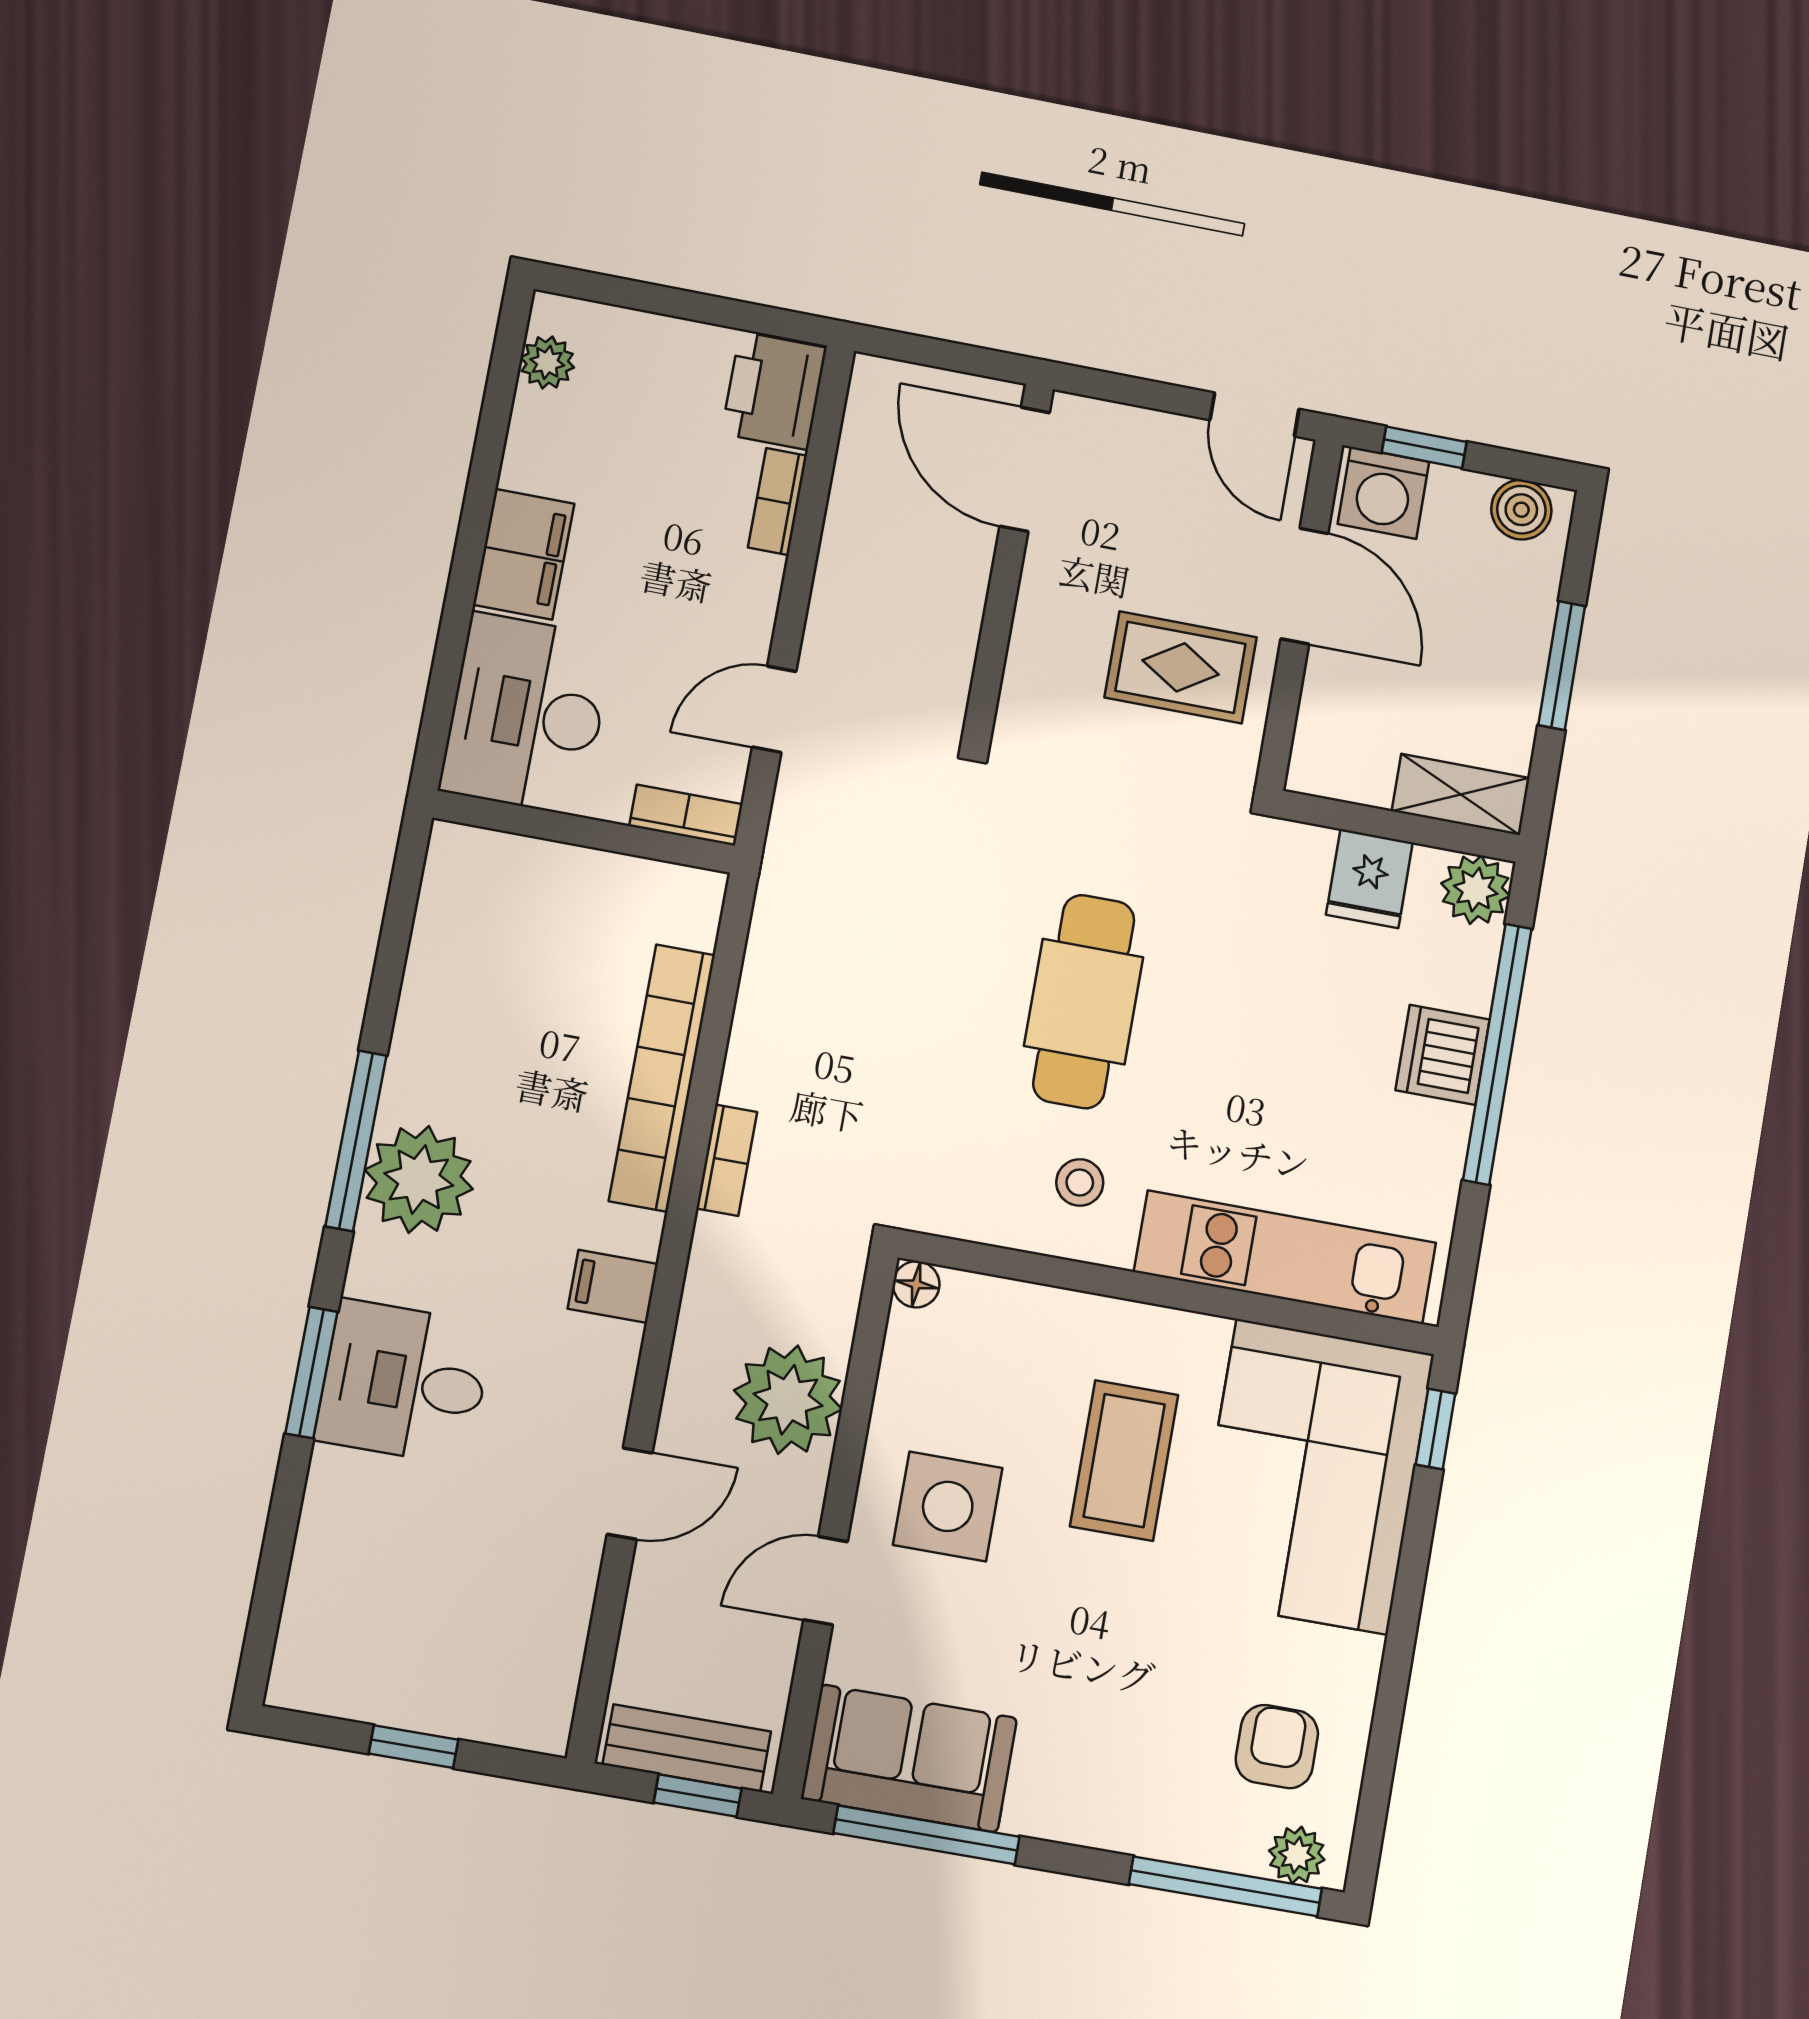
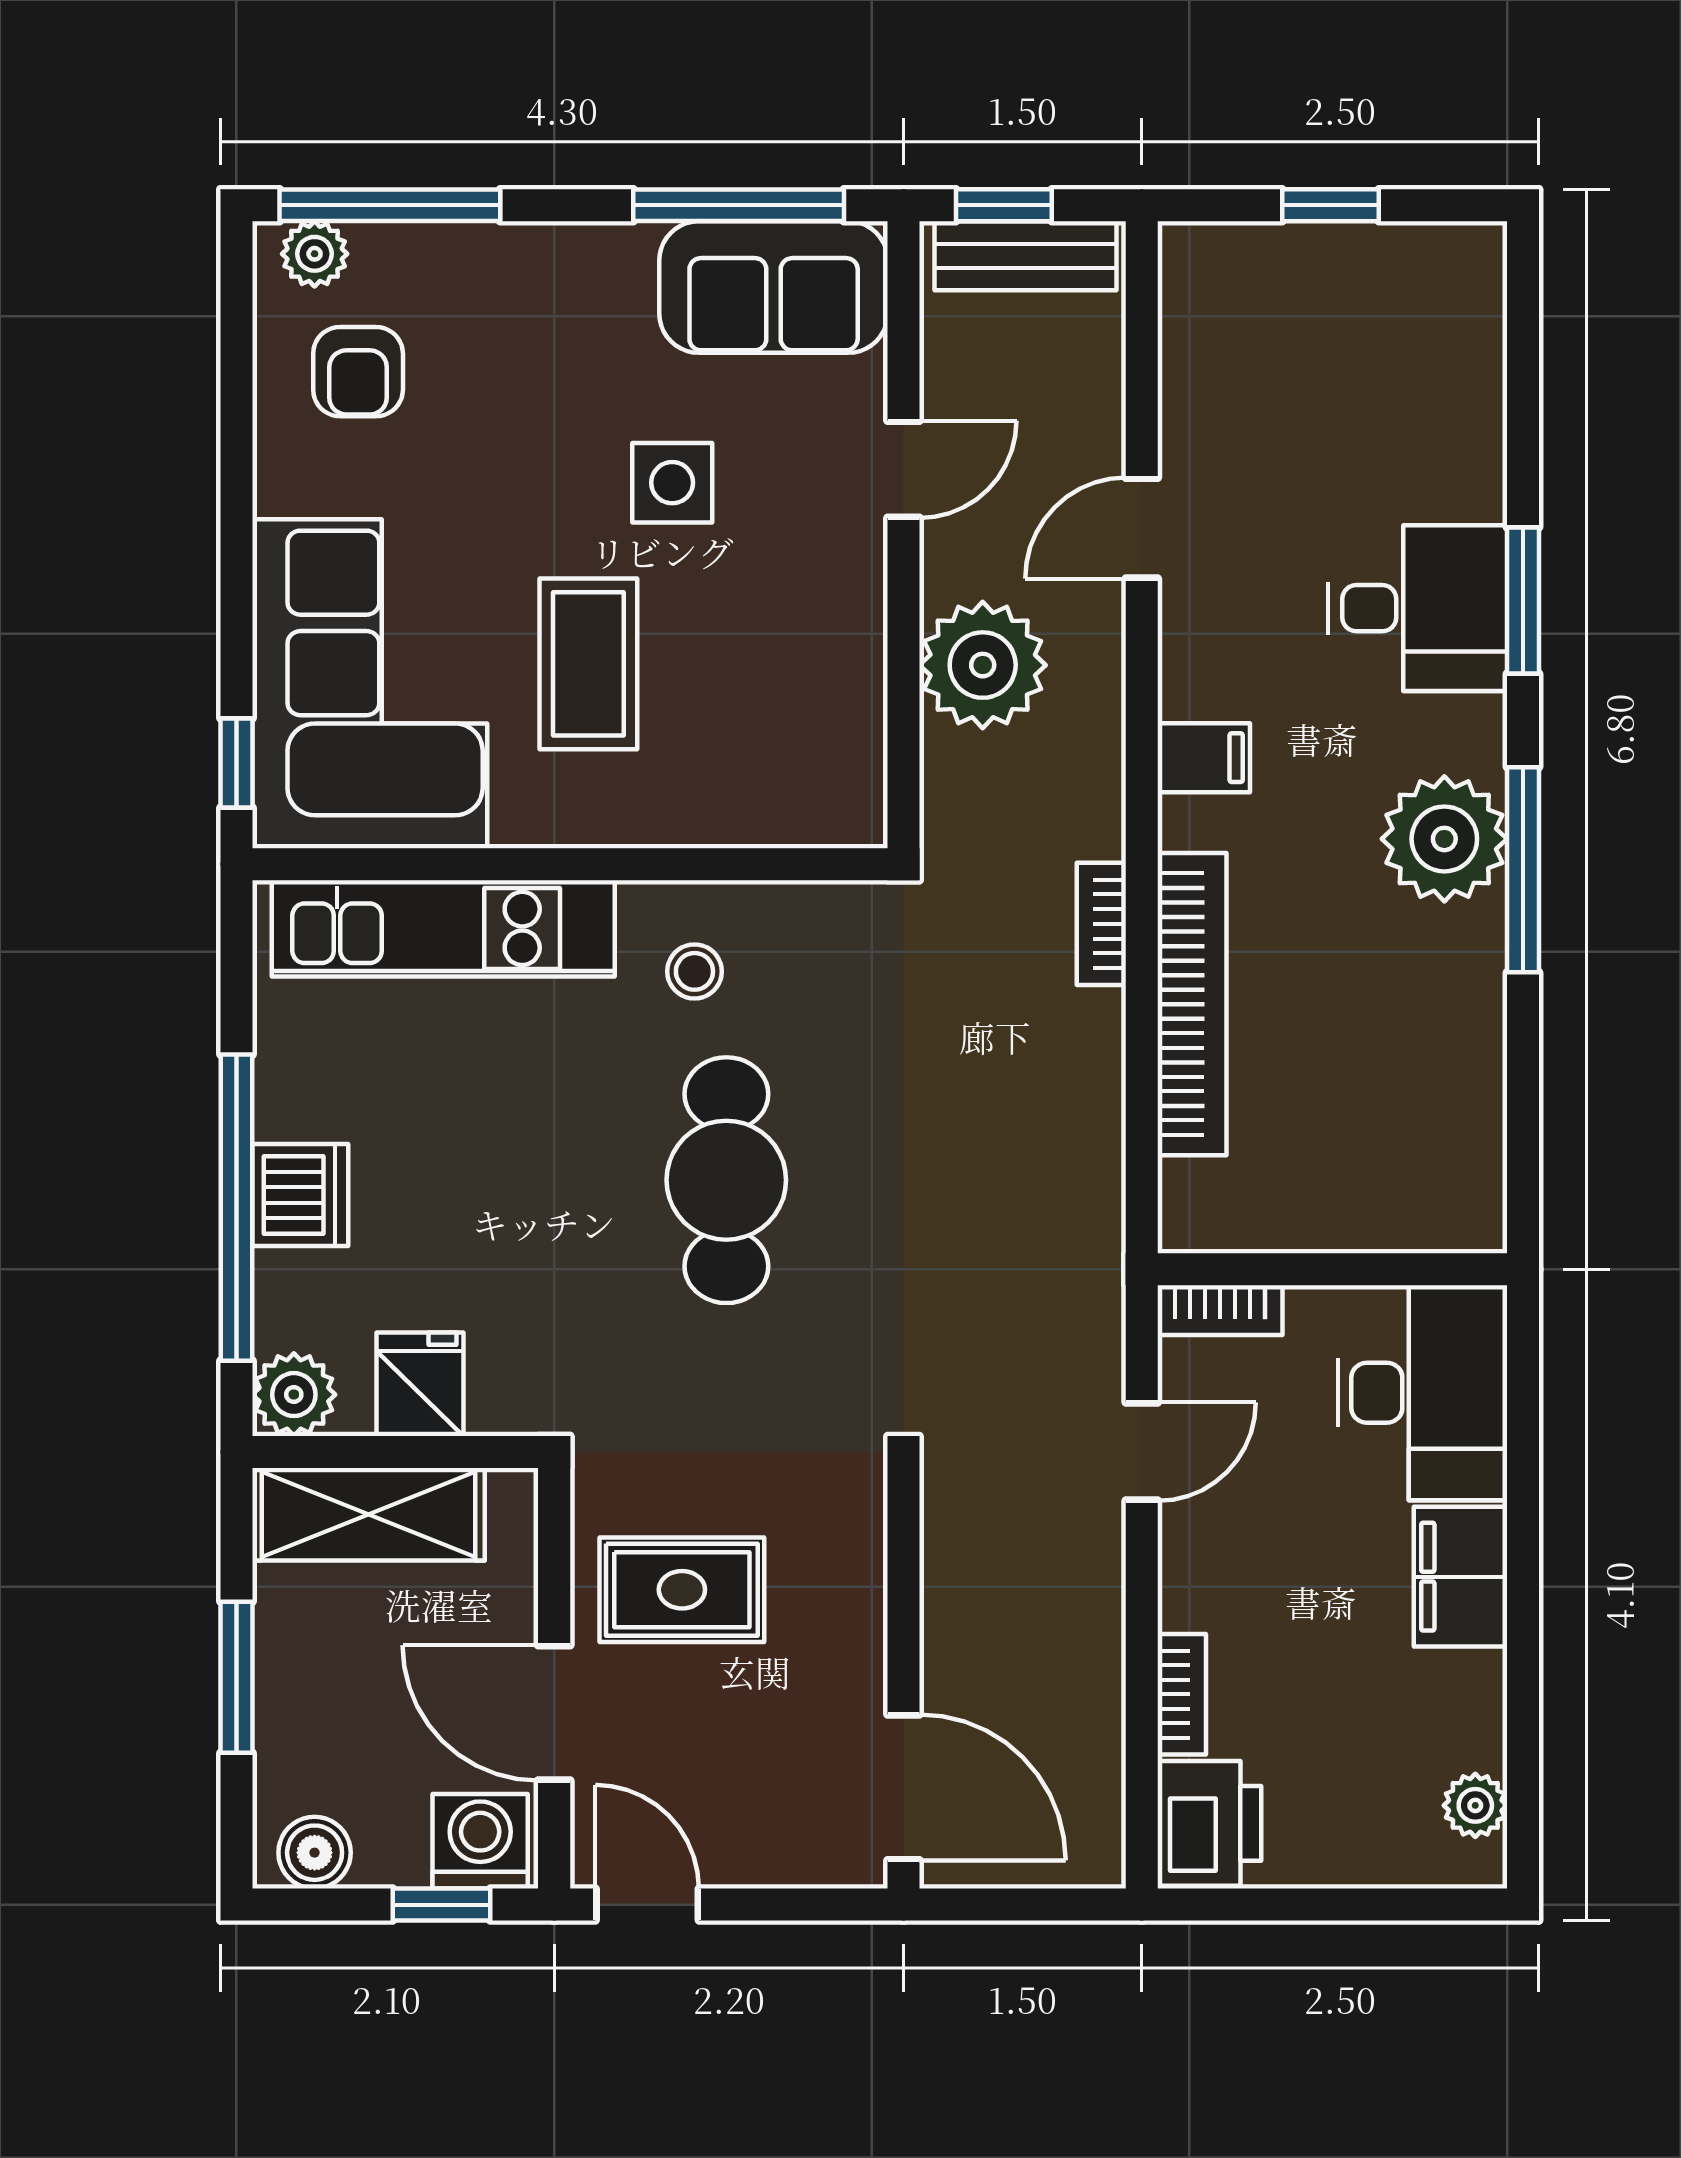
shelving: (1461, 795) -> (369, 1514), width x1.50, depth x1.33
floor lamp: (916, 1284) -> (861, 822), removed
side table: (948, 1506) -> (672, 483), moved, width x0.73, depth x0.73

